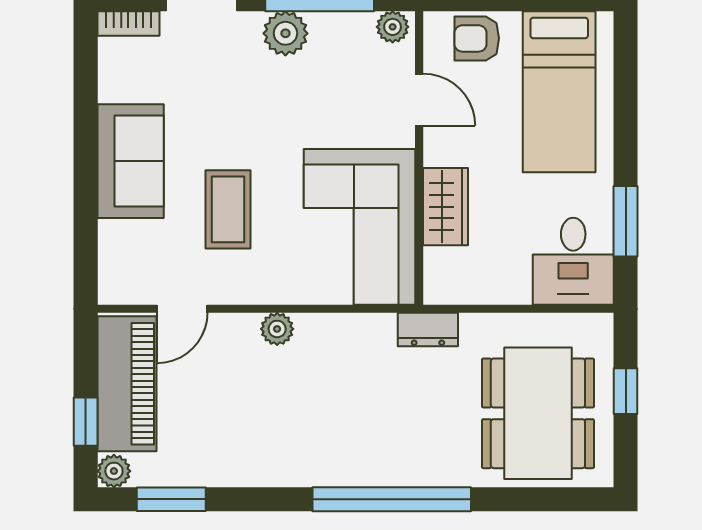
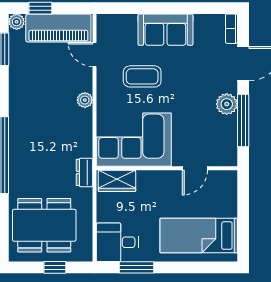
plant: (393, 27) -> (230, 155), removed
armchair: (477, 38) -> (224, 196), removed
wardrobe: (445, 207) -> (117, 181), moved

